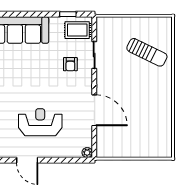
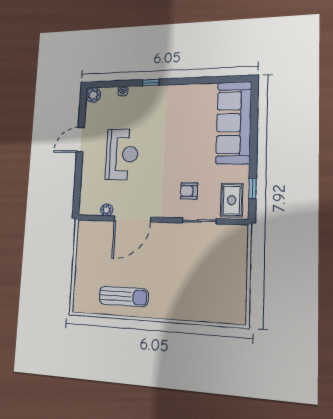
sun lounger: (147, 52) -> (124, 297), moved, turned -116
plant: (87, 153) -> (107, 210), moved

